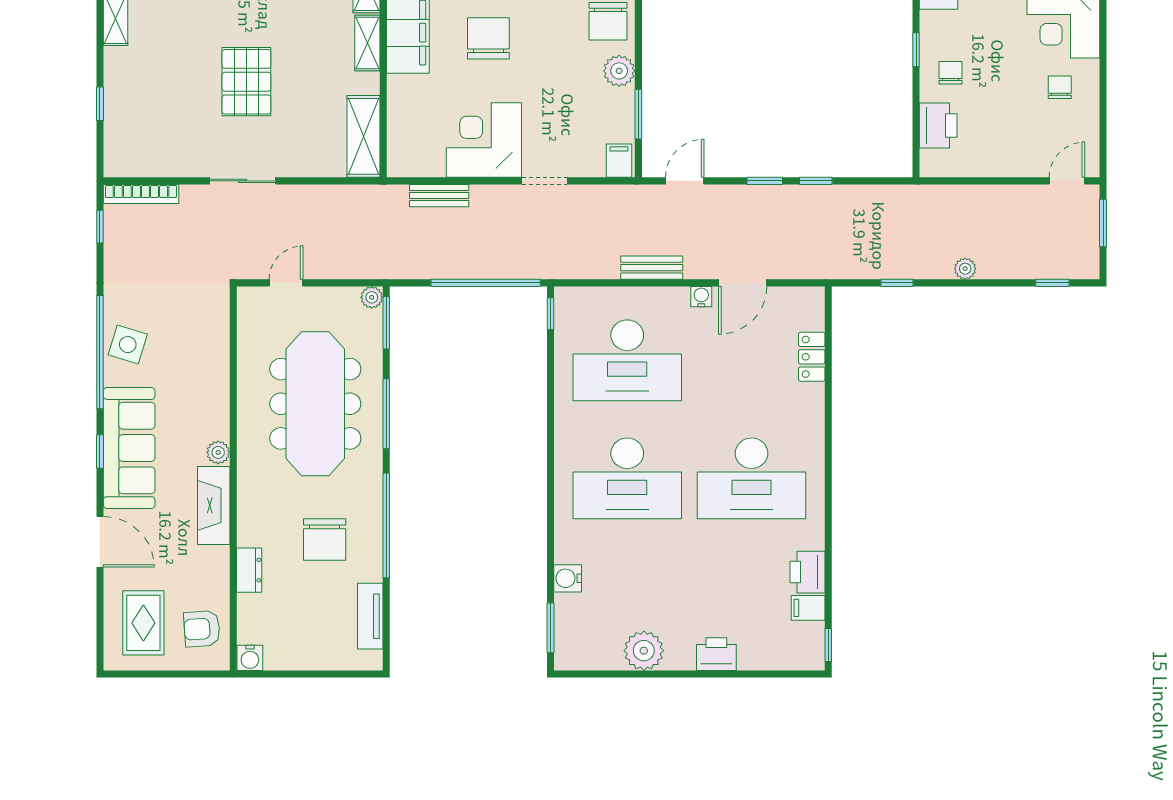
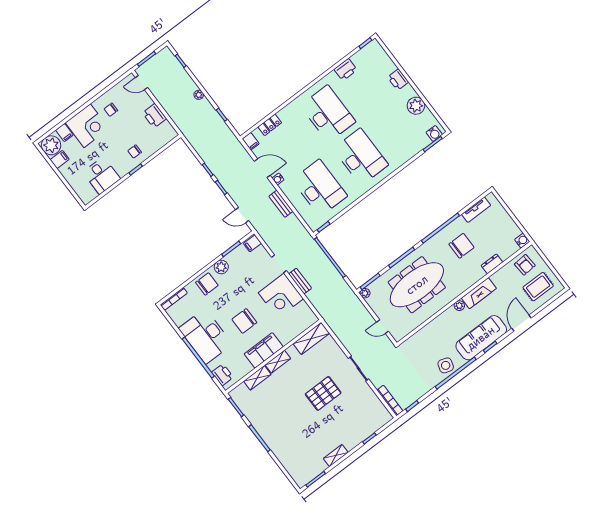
printer: (938, 125) -> (154, 116), moved, turned -90
bench: (439, 196) -> (300, 281), moved
water cooler: (568, 578) -> (434, 133), moved
filing cabinet: (808, 608) -> (251, 141), moved

